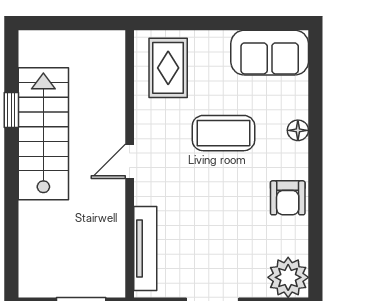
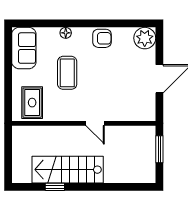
rug: (168, 68) -> (32, 103), turned 90
door: (130, 161) -> (95, 123), moved
tv unit: (145, 248) -> (129, 115), removed

